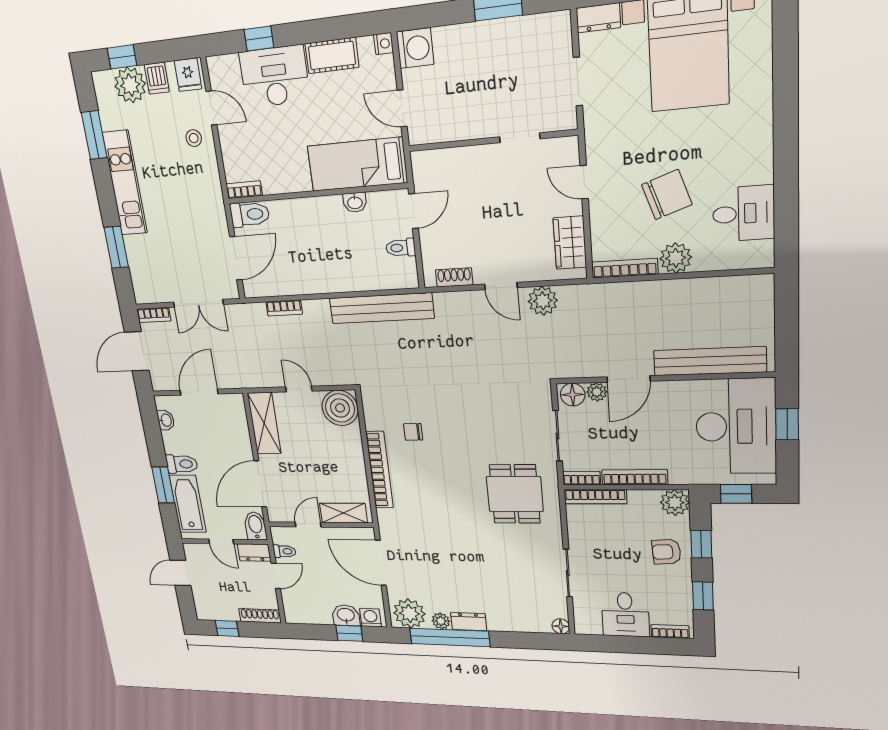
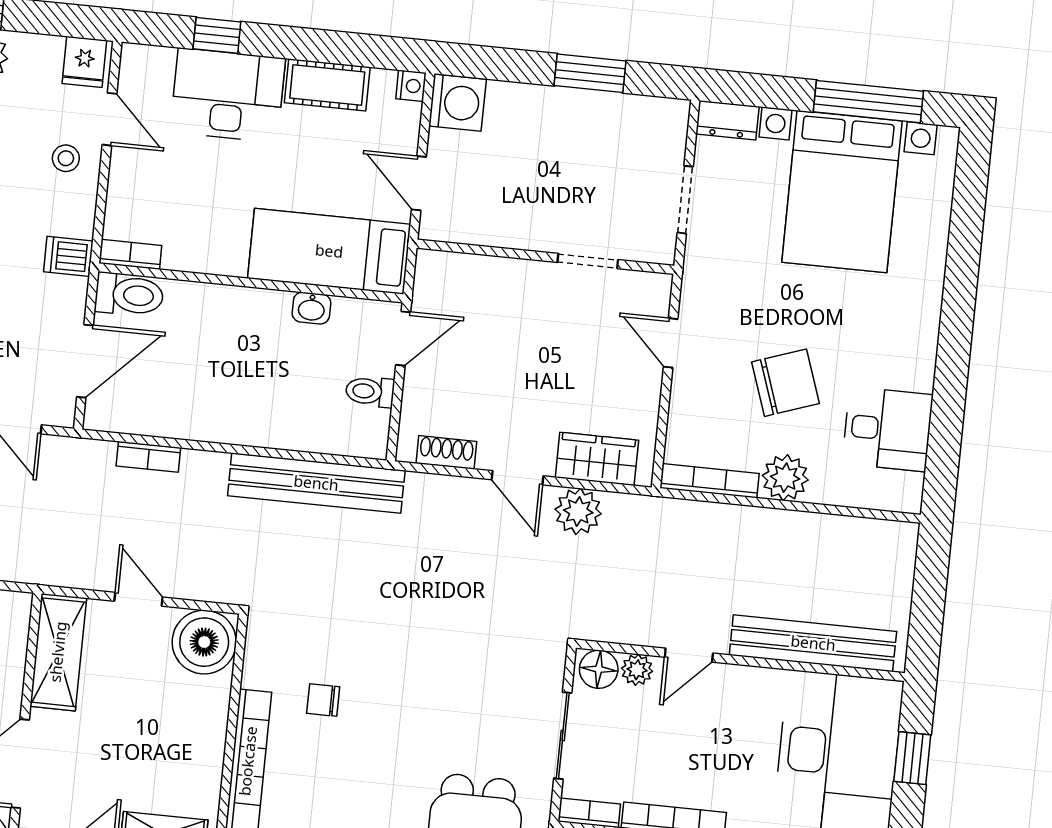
dishwasher: (157, 78) -> (68, 256), moved, turned 90
wardrobe: (570, 243) -> (597, 459), moved, turned 90
door: (628, 379) -> (689, 655), width x0.73

